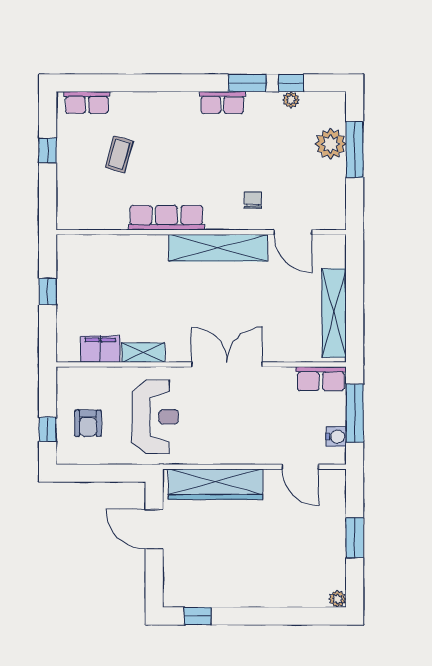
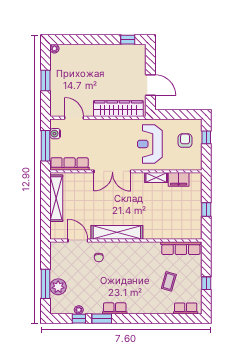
row of seats: (166, 218) -> (181, 248), moved
row of seats: (321, 379) -> (70, 164), width x1.48

